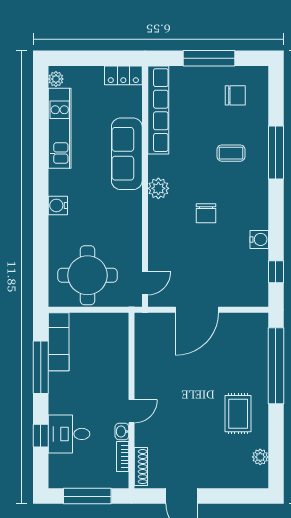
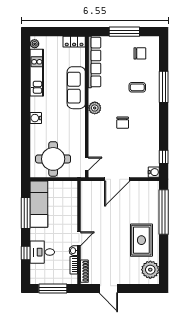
water cooler: (259, 239) -> (154, 172), moved
exam couch: (59, 342) -> (39, 204), width x1.36, depth x1.45
rug: (238, 414) -> (141, 240), width x1.36, depth x1.43
plant: (260, 457) -> (150, 270), width x1.88, depth x1.88

